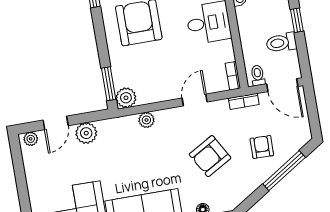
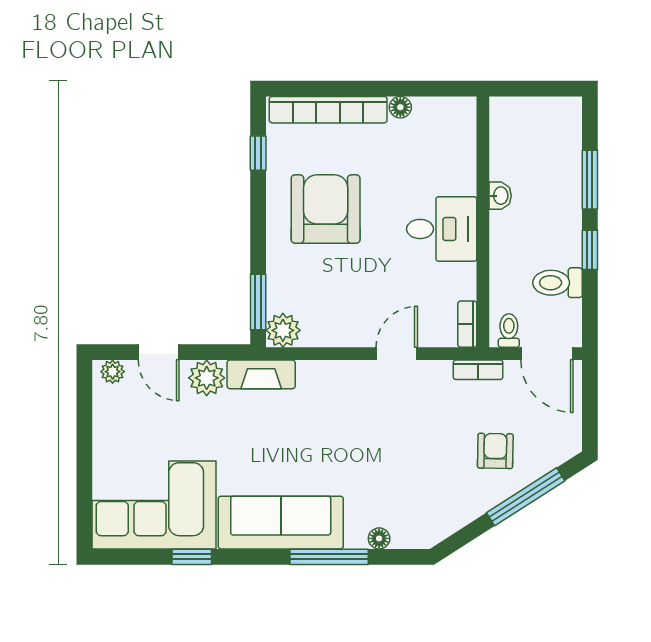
plant: (146, 120) -> (311, 373), removed
door: (56, 123) -> (159, 352), hinge flipped
fireplace: (118, 126) -> (261, 374), added
armchair: (210, 156) -> (406, 451), removed

